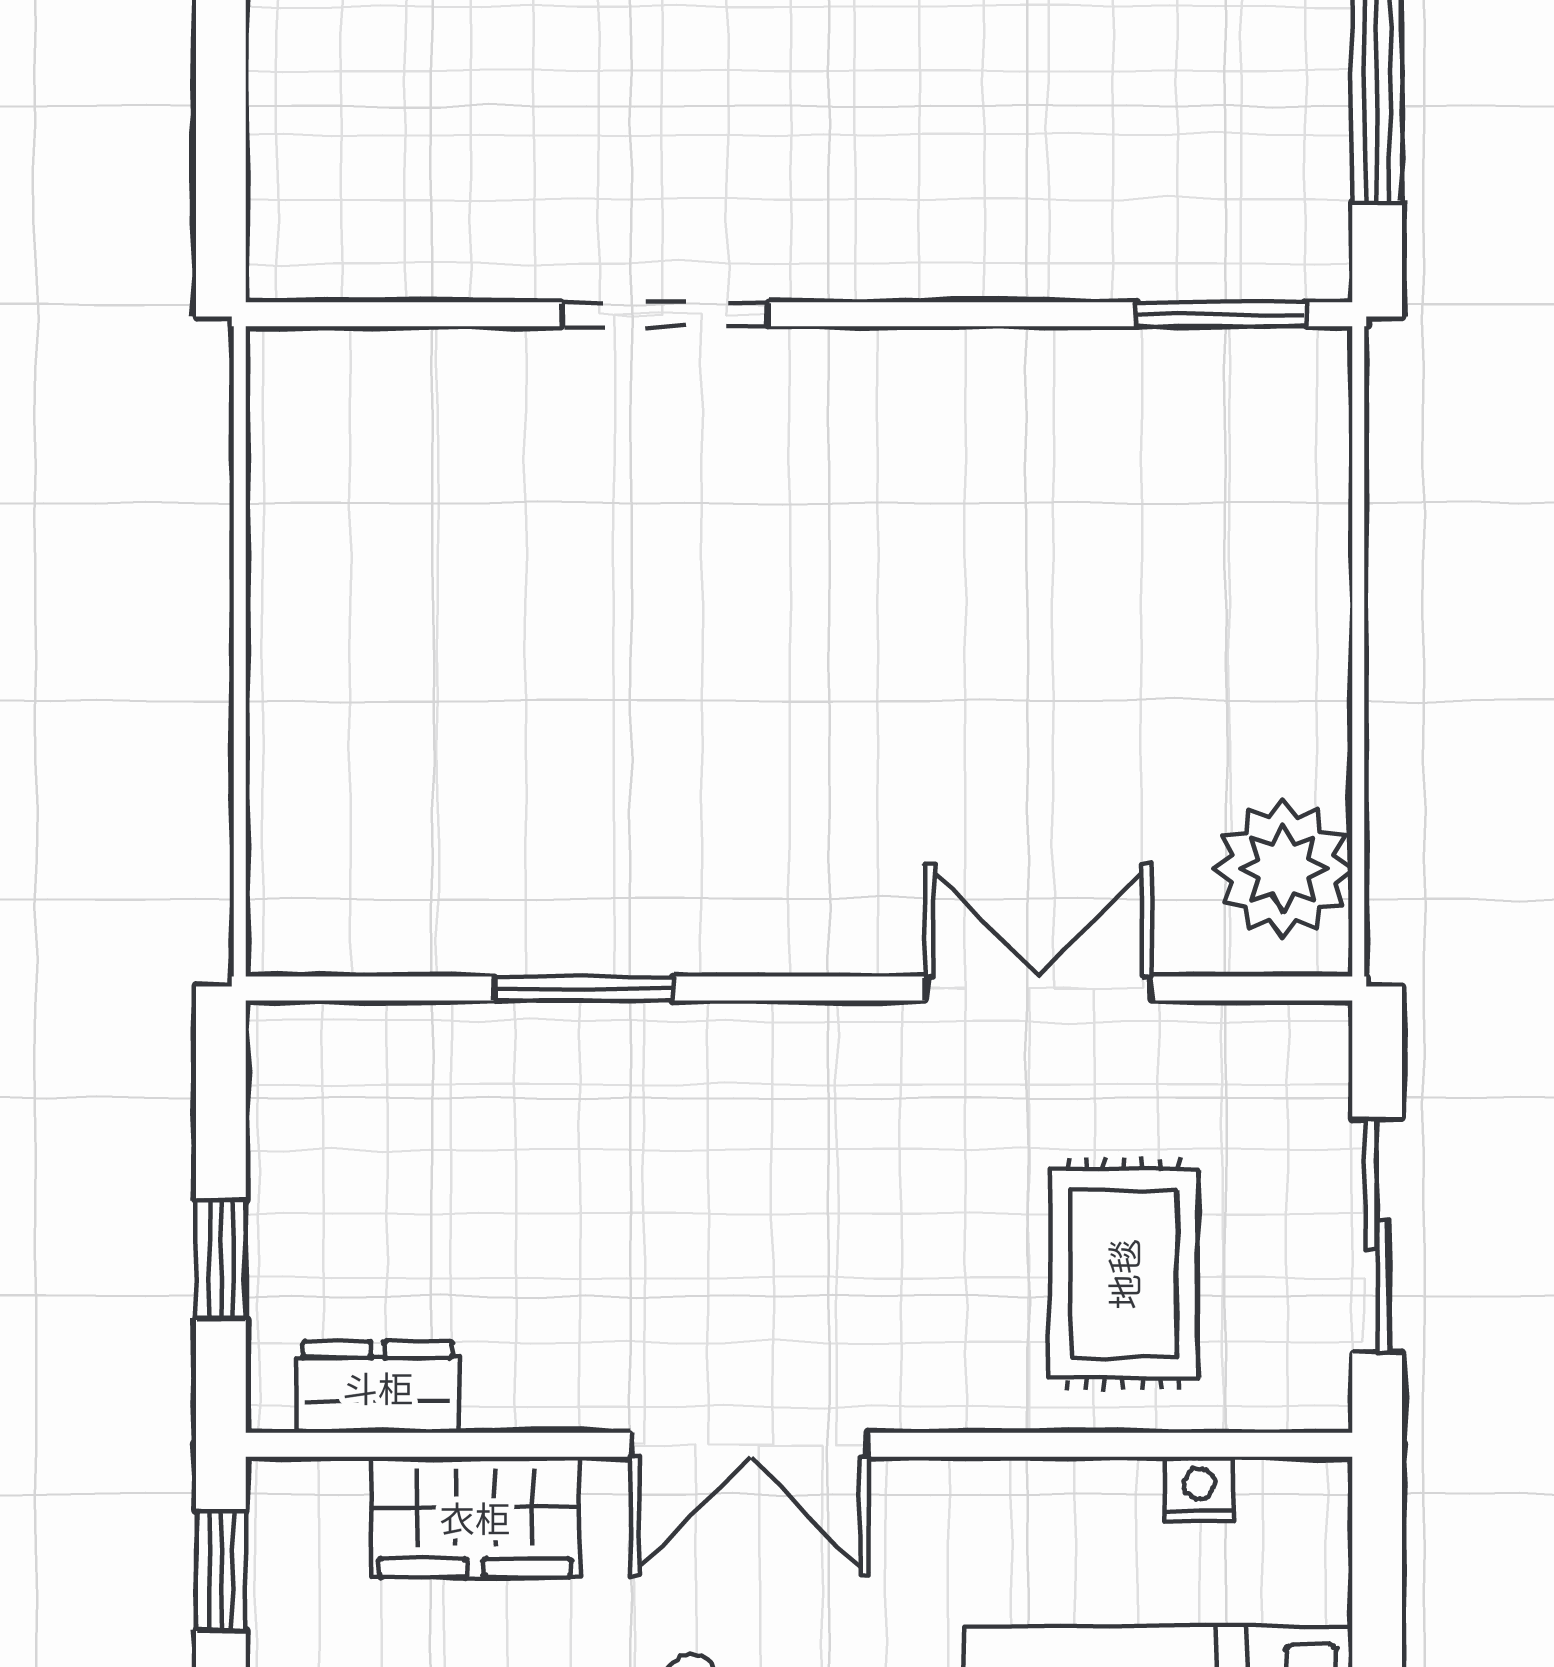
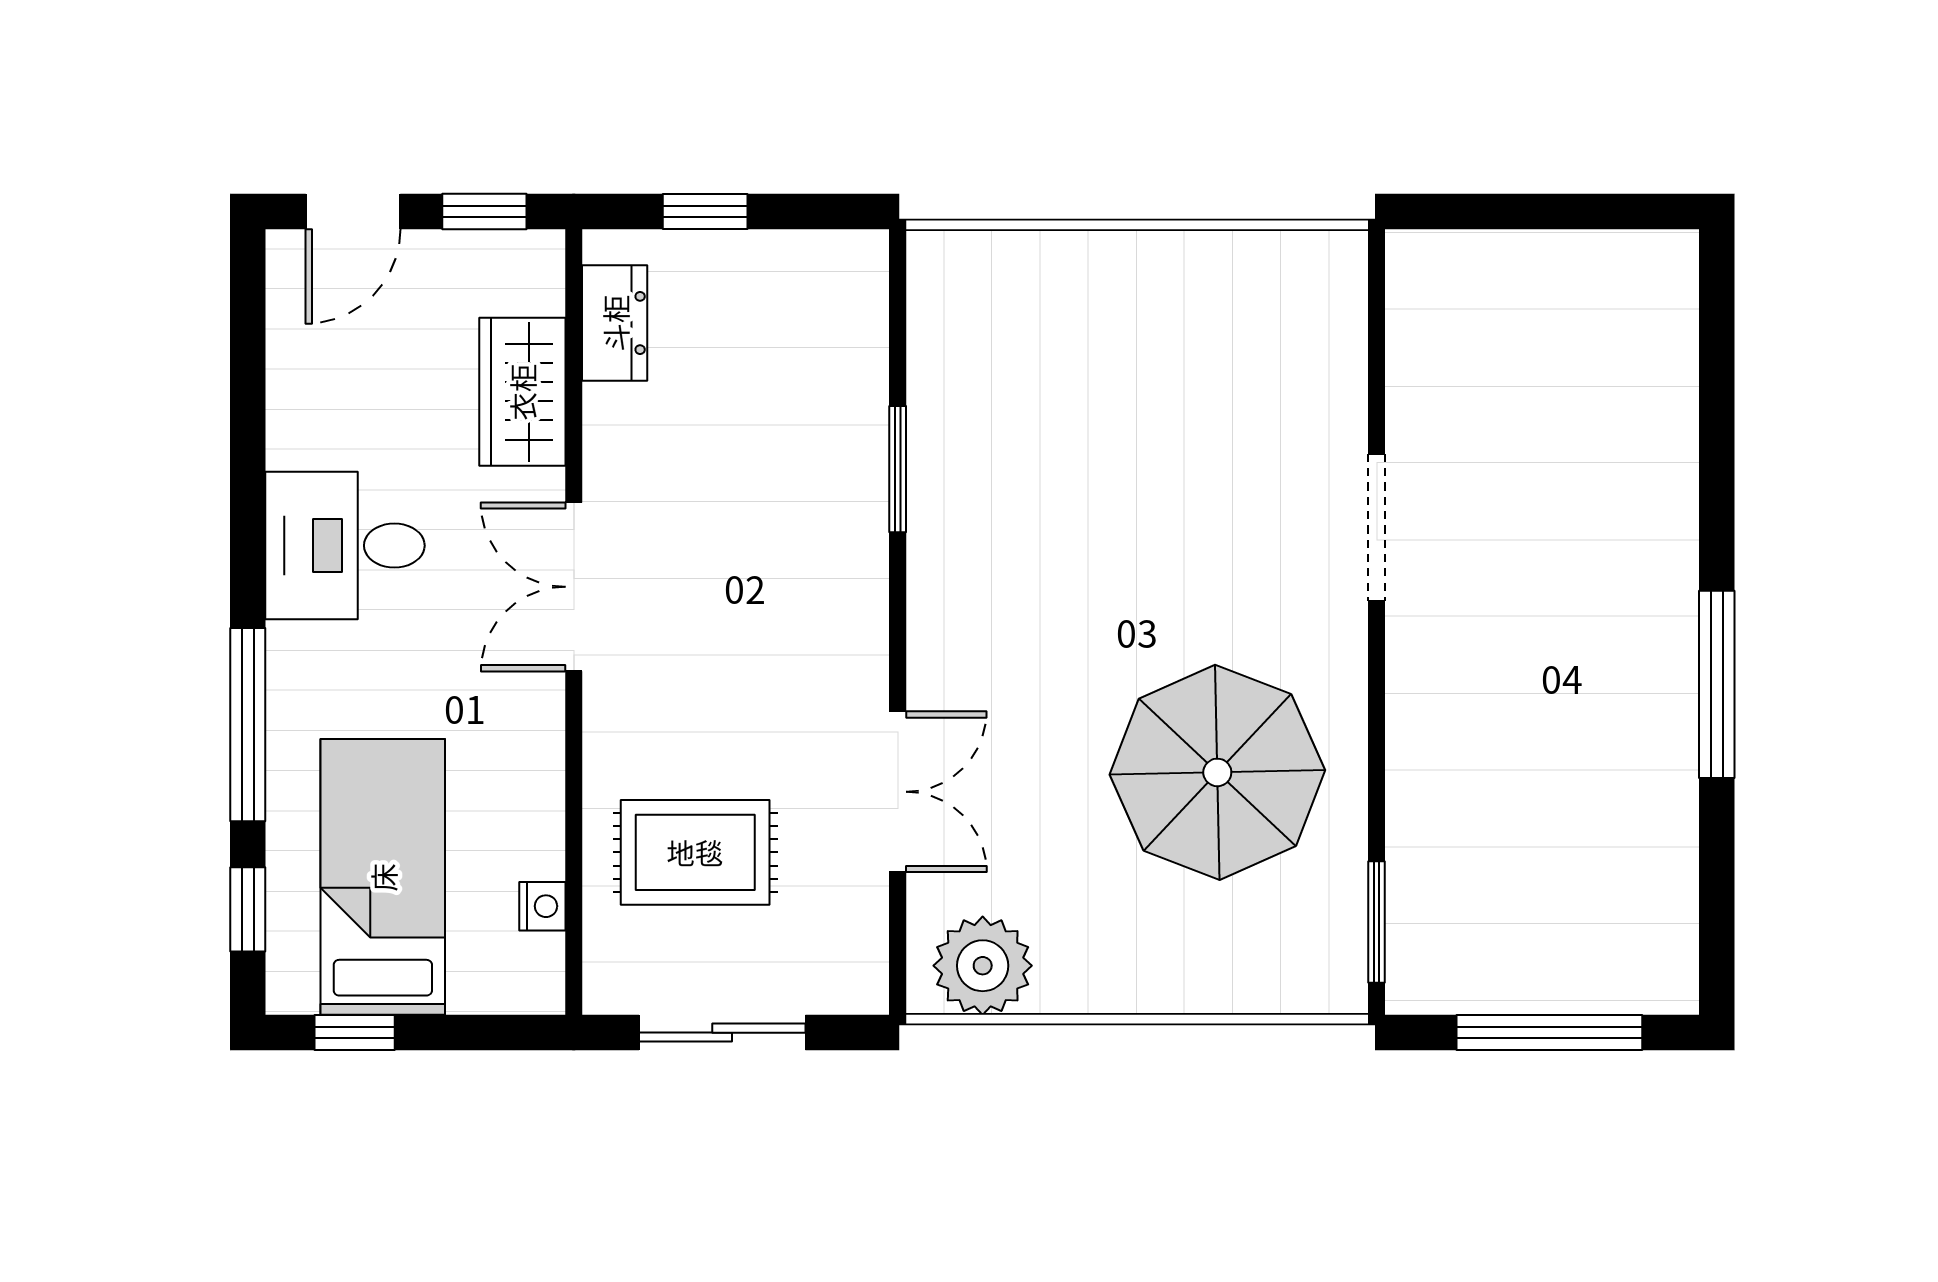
parasol: (1011, 538) -> (1217, 772), added

